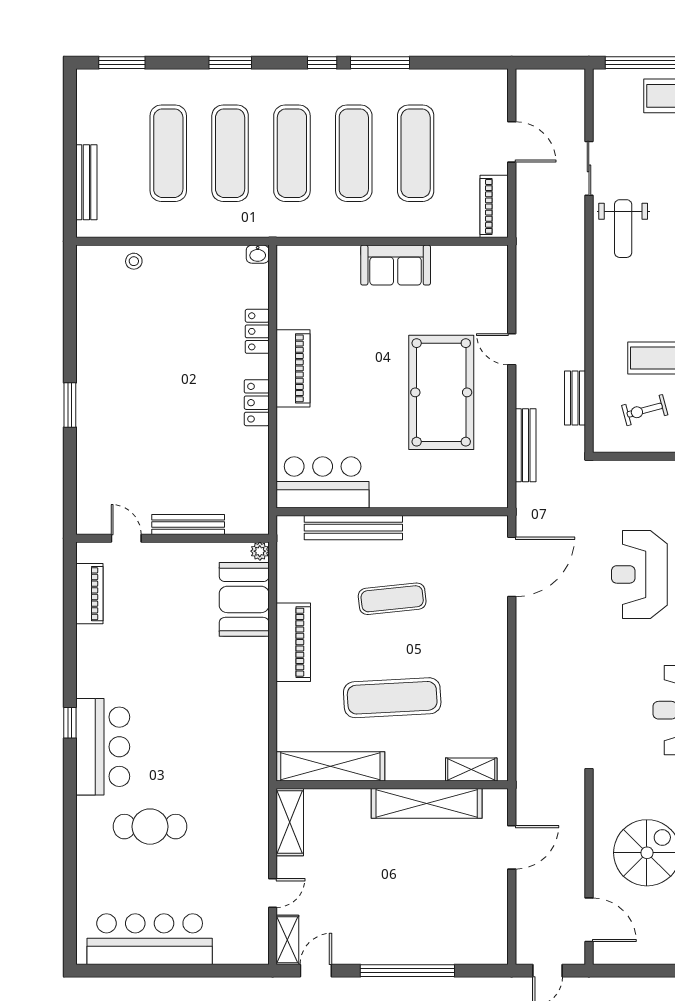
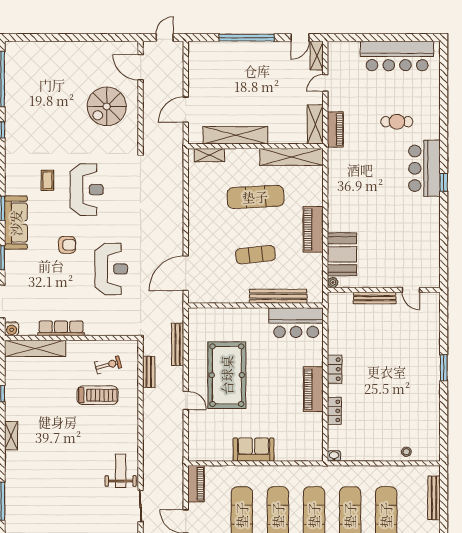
piano: (89, 594) -> (335, 129), moved, turned 180
cafe table: (150, 827) -> (397, 122), width x0.73, depth x0.74

